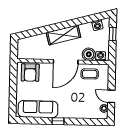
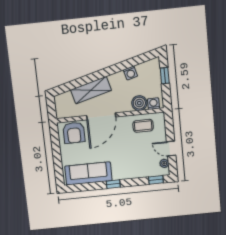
washing machine: (97, 25) -> (130, 73), moved
shelving: (63, 35) -> (91, 90), moved
door: (66, 62) -> (101, 116), moved
window: (95, 122) -> (156, 180), added

